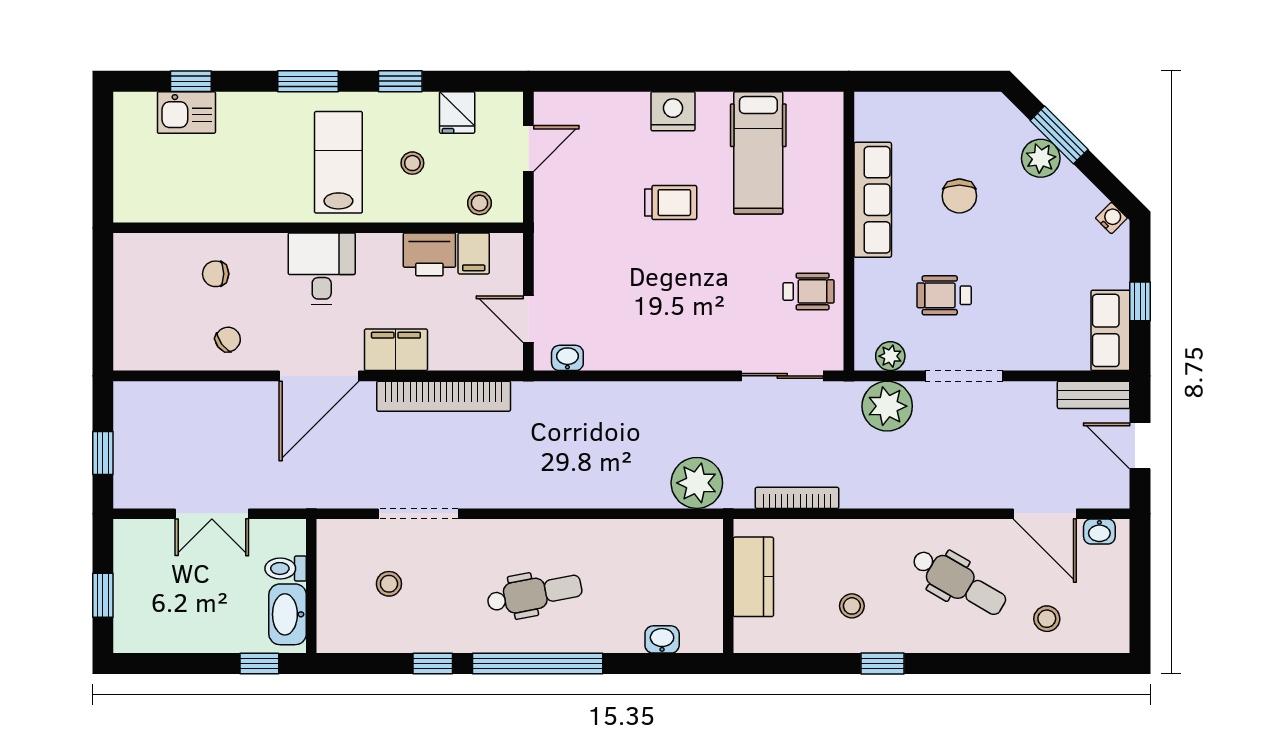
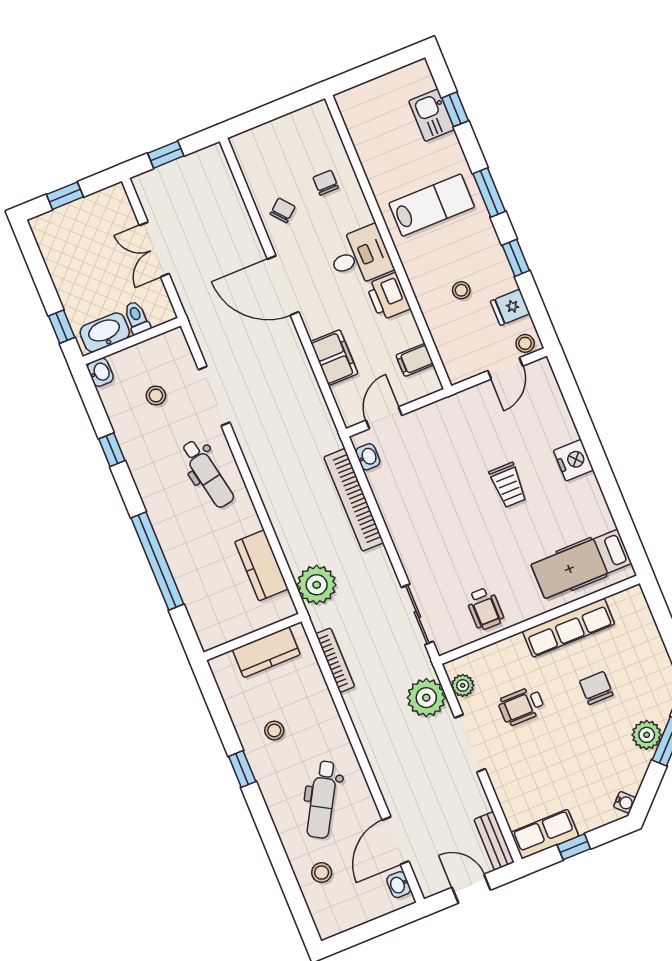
door: (528, 148) -> (505, 368), hinge flipped
hospital bed: (758, 153) -> (581, 564), moved
lab bench: (338, 162) -> (432, 205), moved
chair: (959, 196) -> (596, 688), turned 90
stool: (479, 203) -> (525, 343), moved
printer: (429, 254) -> (388, 296), moved
wheelchair: (944, 295) -> (521, 706), turned -90
chair: (228, 339) -> (283, 210), turned -93
filing cabinet: (396, 350) -> (334, 358), moved
bookcase: (444, 396) -> (354, 500), moved
door: (1140, 446) -> (471, 889), hinge flipped
kitchen counter: (646, 540) -> (262, 565), added
dental chair: (535, 594) -> (207, 474), moved
washbasin: (662, 639) -> (100, 372), moved
window: (538, 664) -> (157, 561), moved

